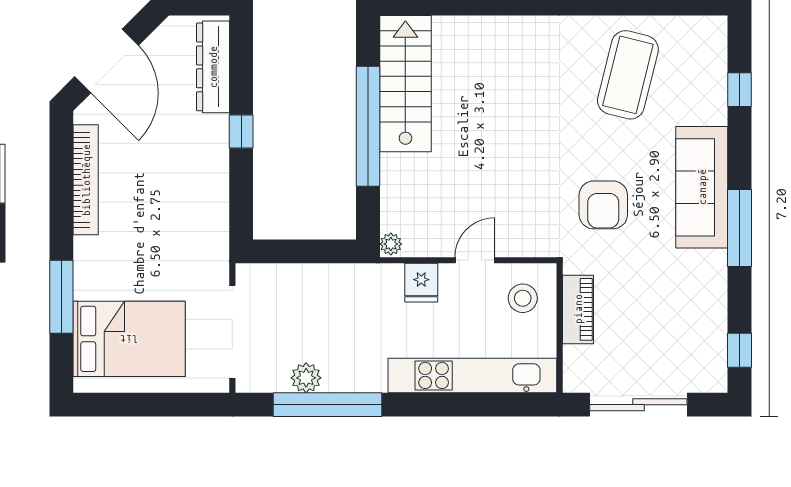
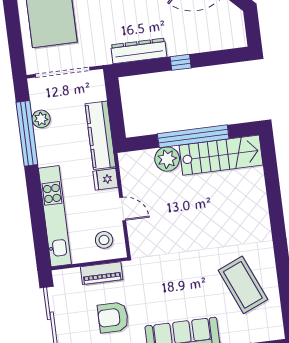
dresser: (213, 67) -> (139, 51), moved
coffee table: (628, 75) -> (243, 285), turned 53
armchair: (603, 205) -> (113, 317), moved
plant: (391, 244) -> (167, 159), moved, width x1.88, depth x1.88
kitchen counter: (346, 282) -> (100, 135), added

